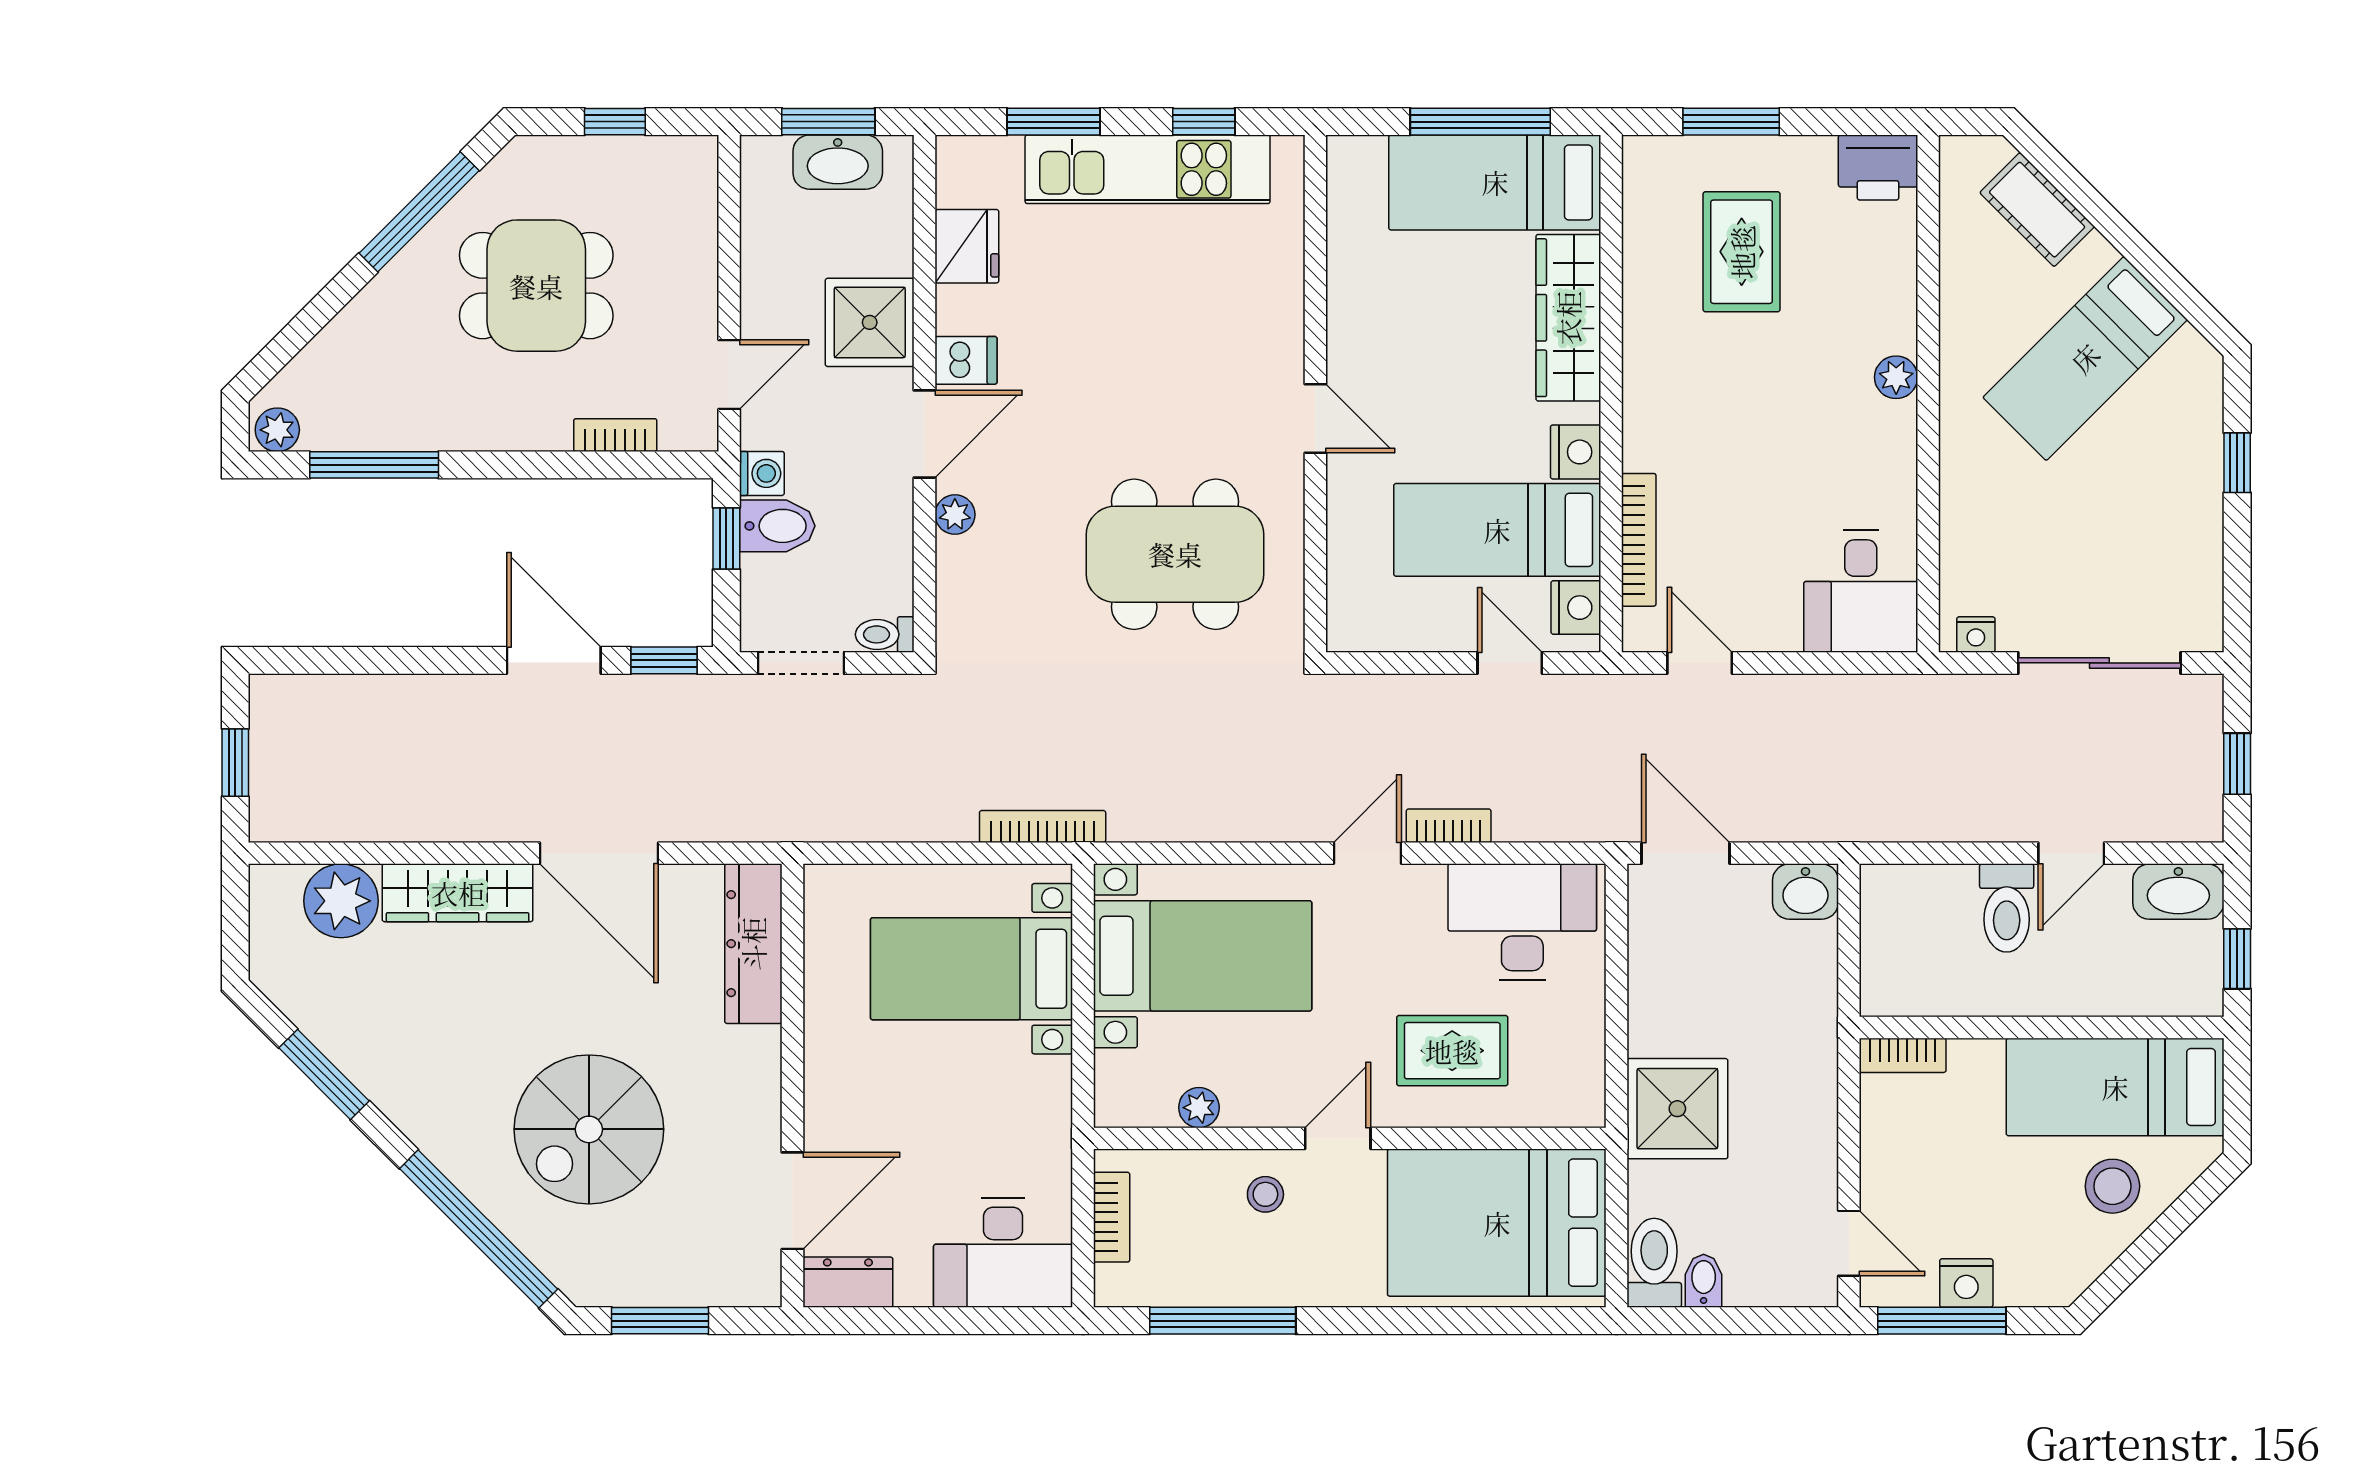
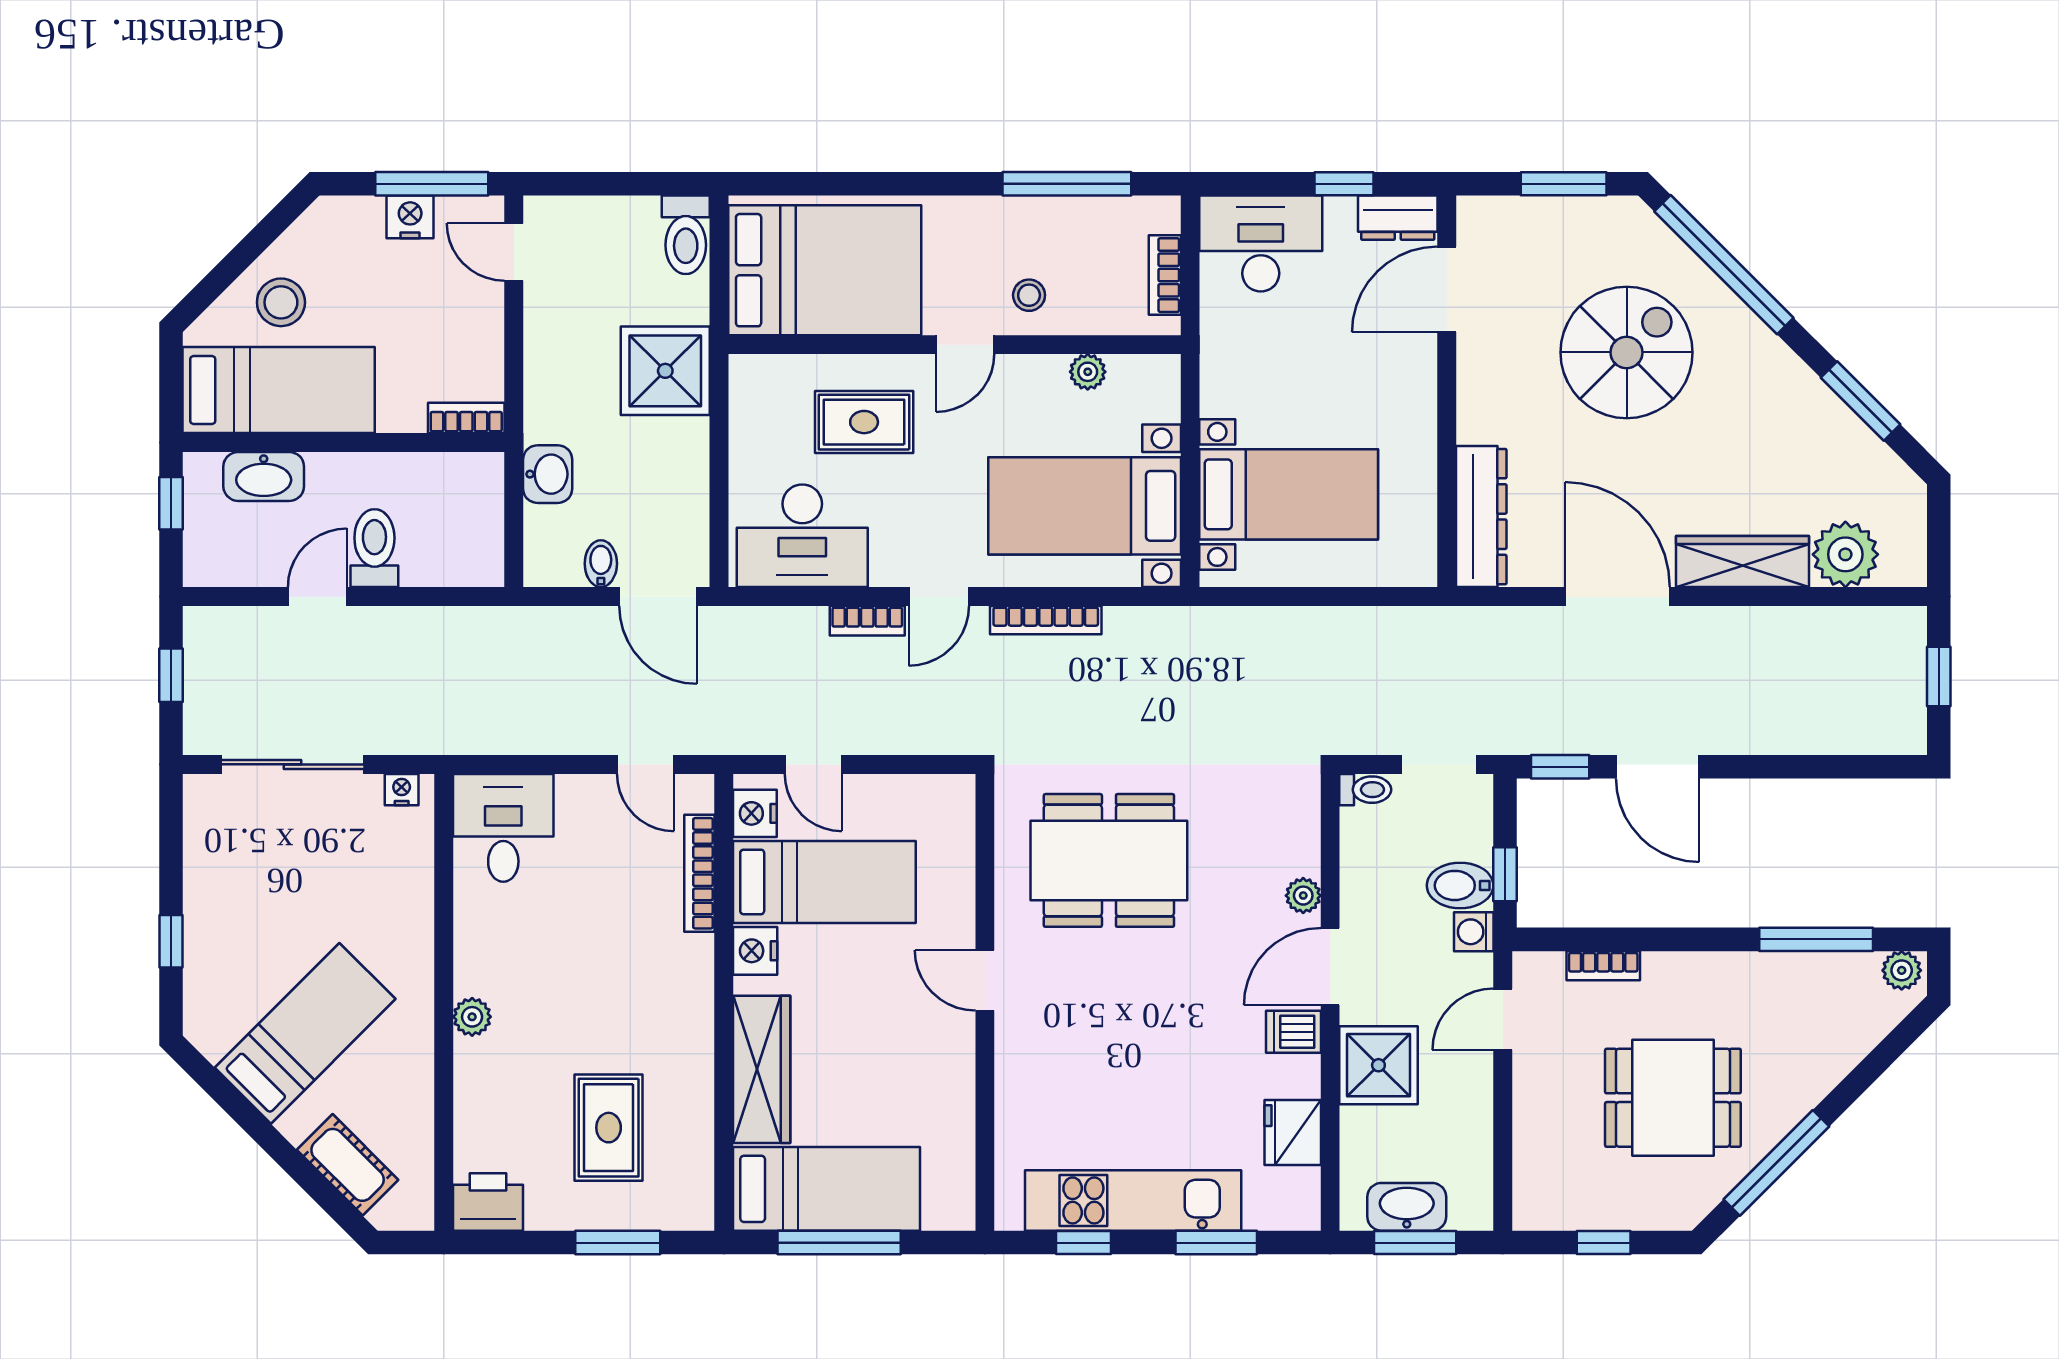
bookcase: (1043, 826) -> (1046, 620), moved
washbasin: (1805, 891) -> (548, 474), moved, turned 90
washbasin: (2178, 892) -> (264, 476), moved, turned 180
bidet: (1704, 1281) -> (601, 564), moved, turned 180
window: (909, 1321) -> (1344, 184), added

